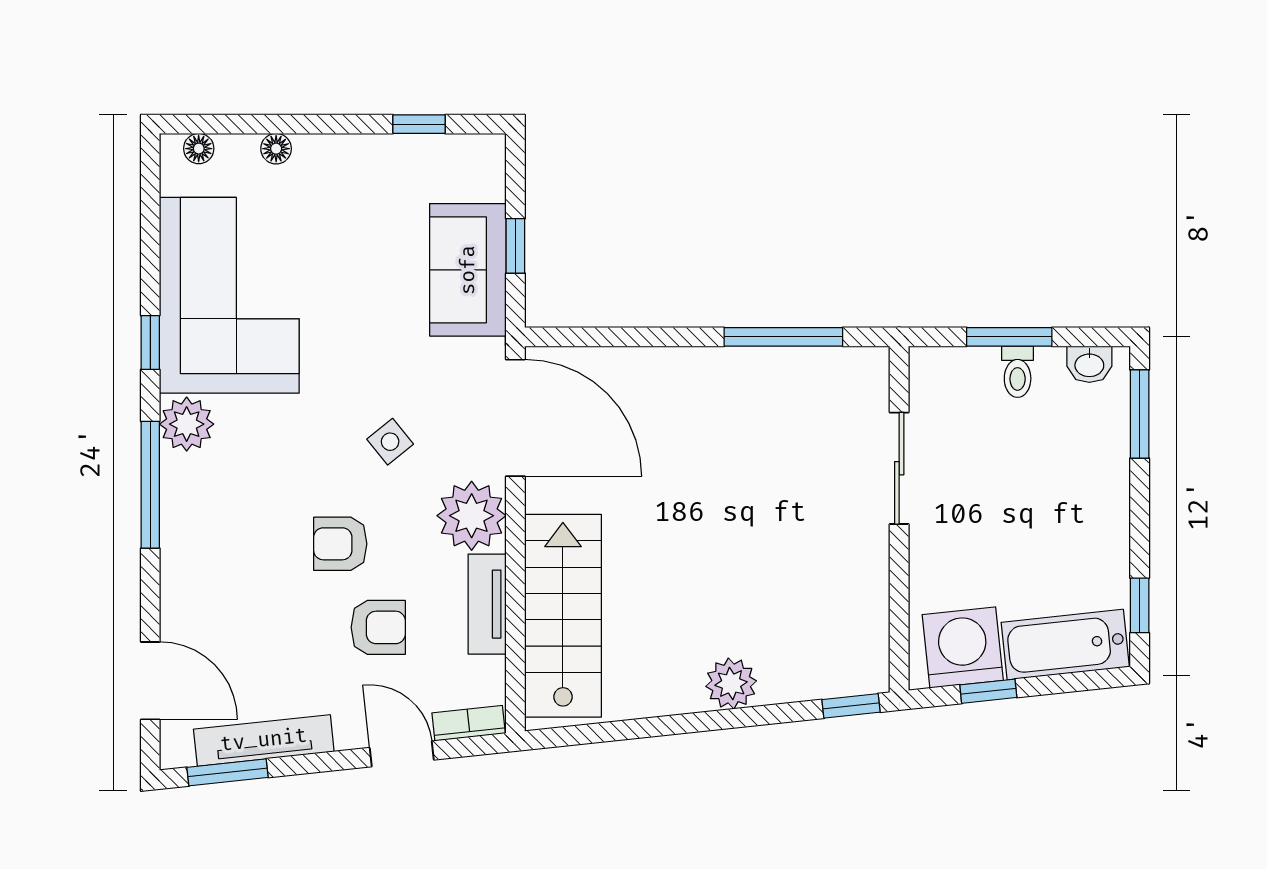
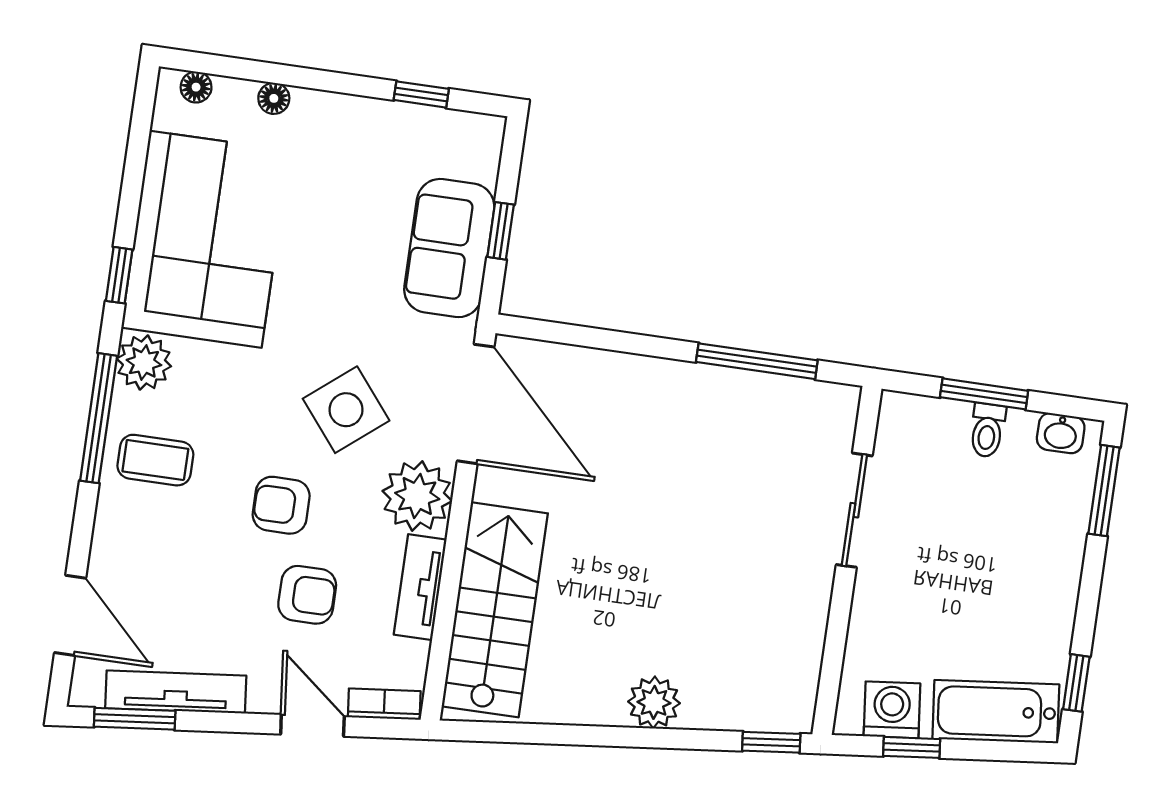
side table: (390, 442) -> (346, 410), width x1.87, depth x1.87
coffee table: (211, 518) -> (155, 460), added
washing machine: (963, 647) -> (892, 710), width x0.73, depth x0.73

